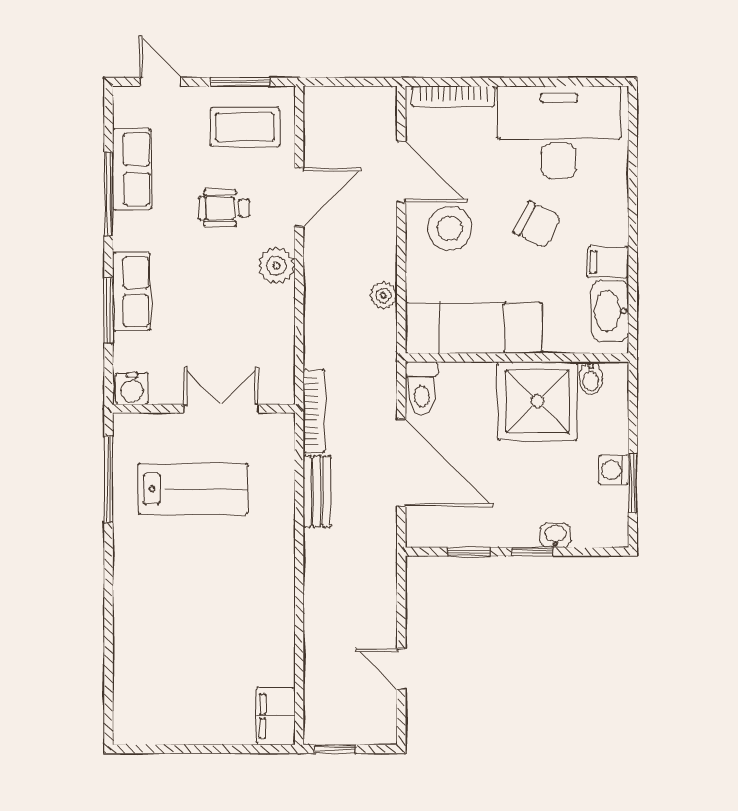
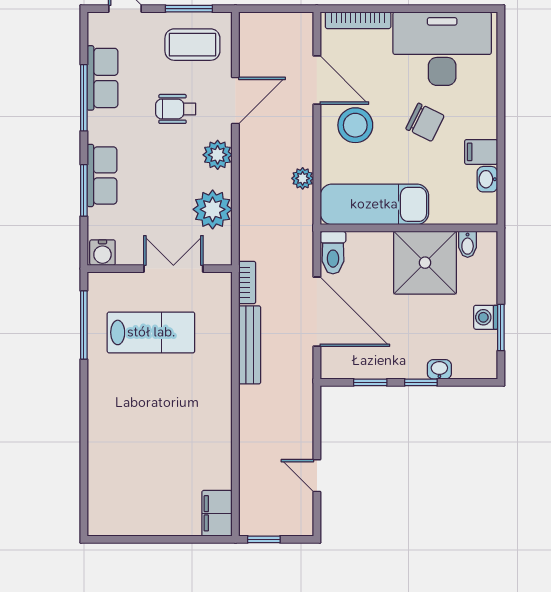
washbasin: (610, 311) -> (487, 179), width x0.52, depth x0.69
plant: (270, 334) -> (213, 209), added
bookcase: (314, 411) -> (247, 282), width x0.64
bench: (317, 491) -> (250, 345), width x1.36

